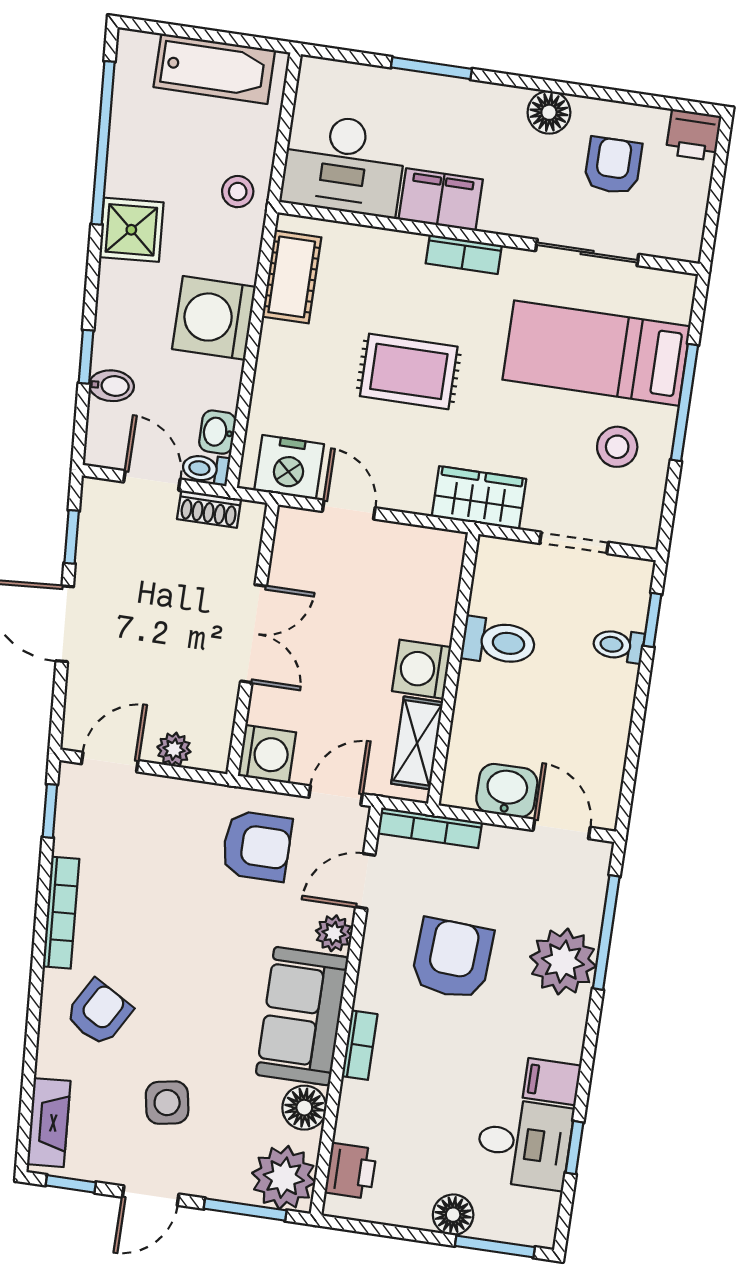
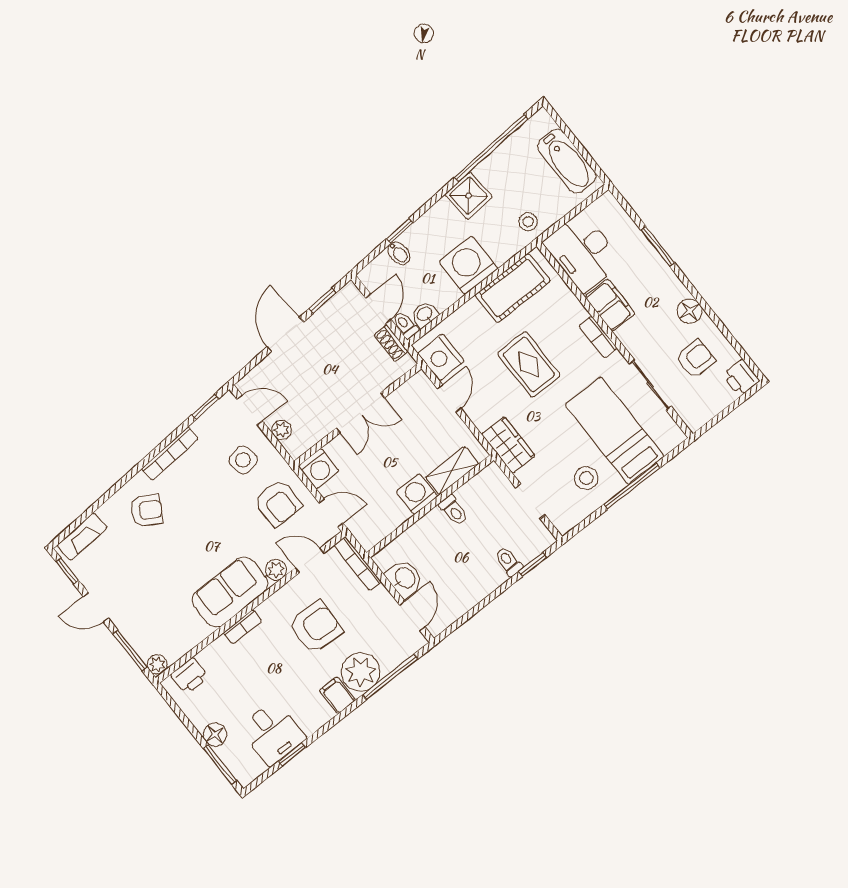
cot: (292, 277) -> (513, 288), width x1.37, depth x1.34
toilet: (499, 642) -> (454, 511), width x0.73, depth x0.72
shelving: (417, 743) -> (452, 471), moved
filing cabinet: (552, 1082) -> (337, 695), moved
side table: (167, 1103) -> (243, 460), moved
floor lamp: (304, 1108) -> (195, 631), removed
plant: (284, 1178) -> (157, 664), width x0.53, depth x0.53

